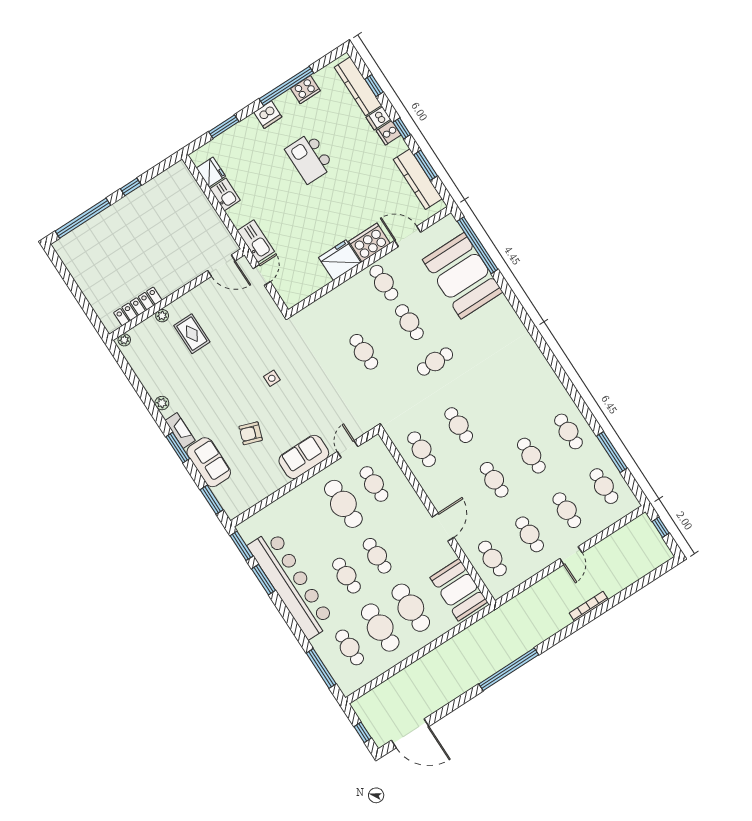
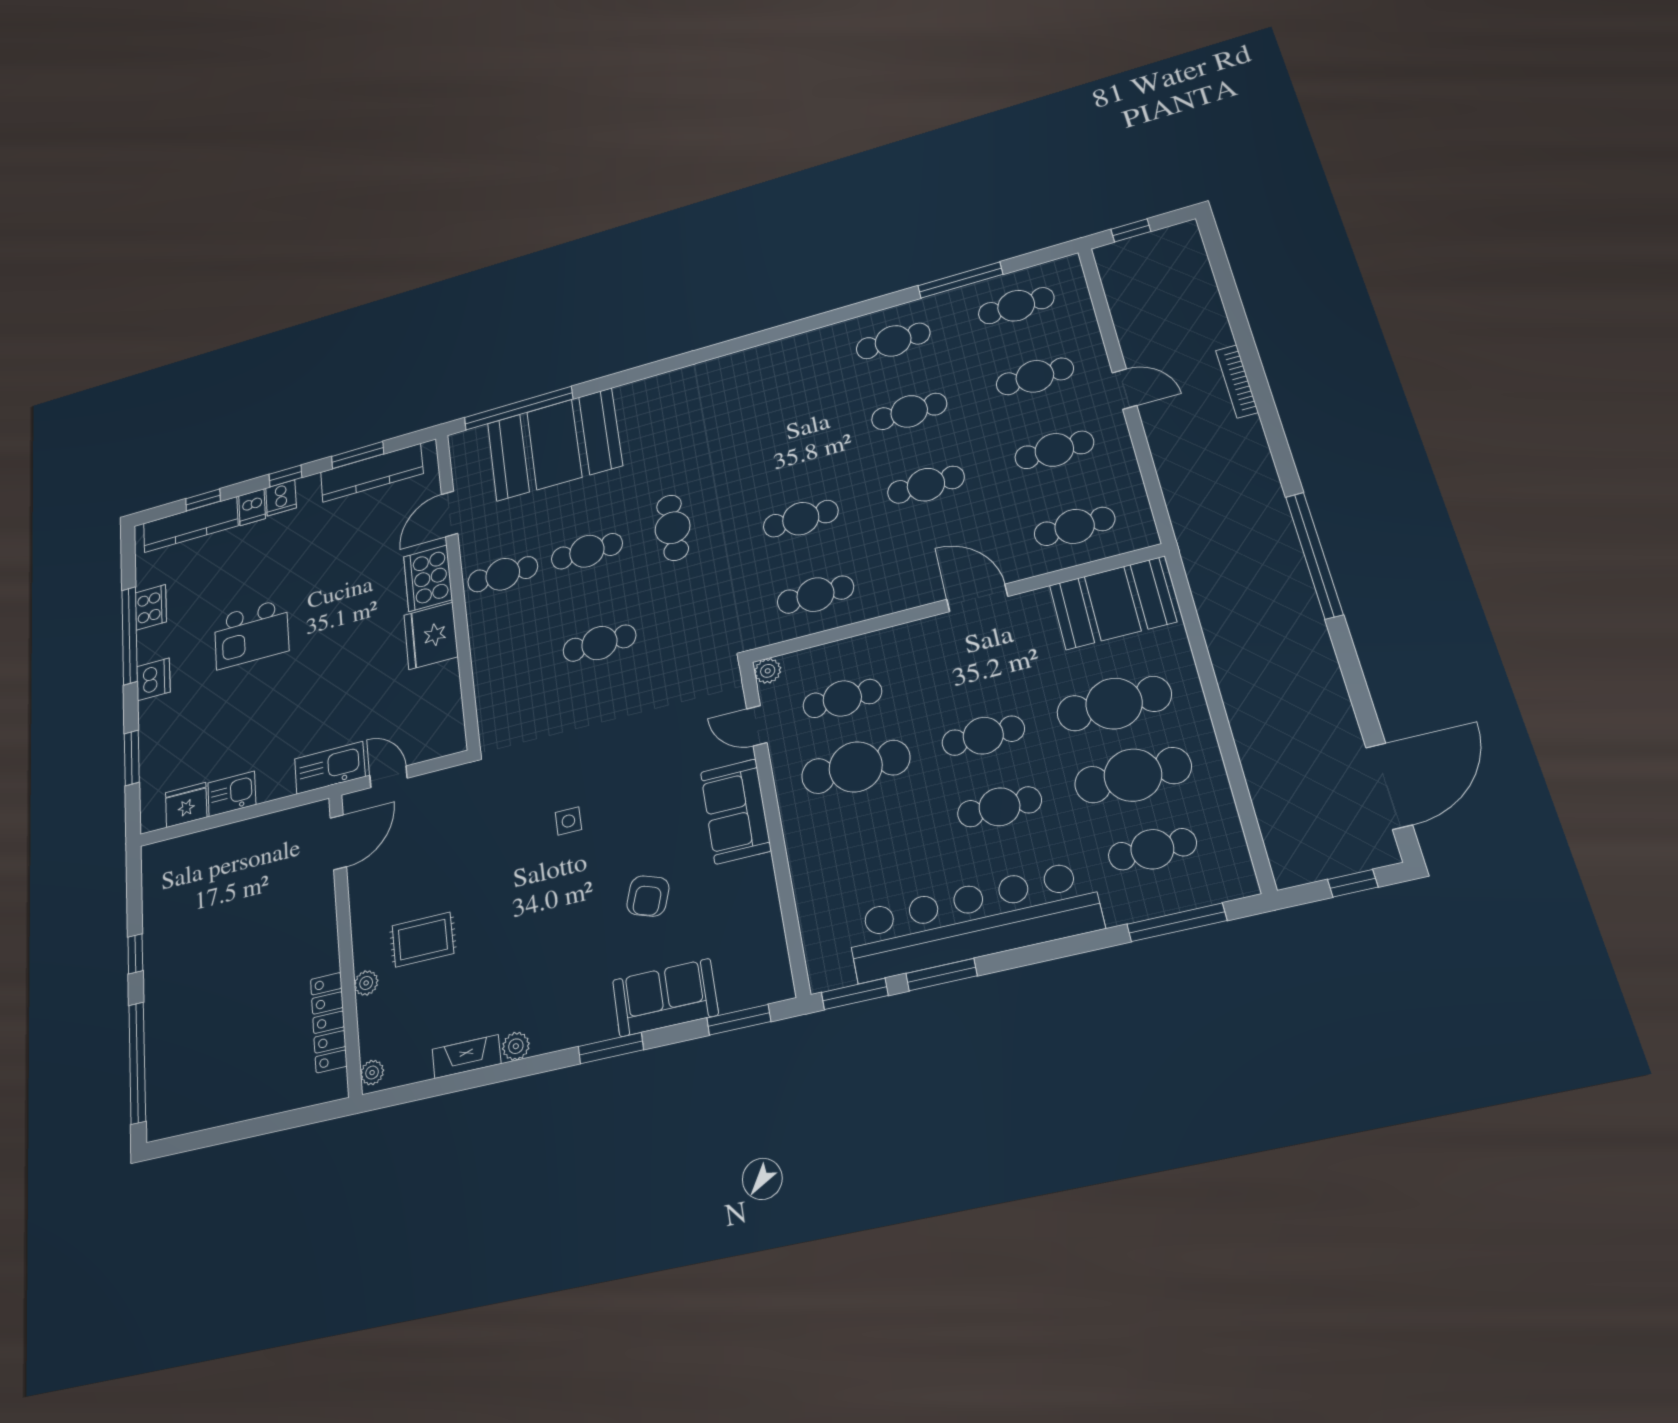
fireplace: (180, 431) -> (467, 1056), moved
plant: (376, 443) -> (768, 671), added

